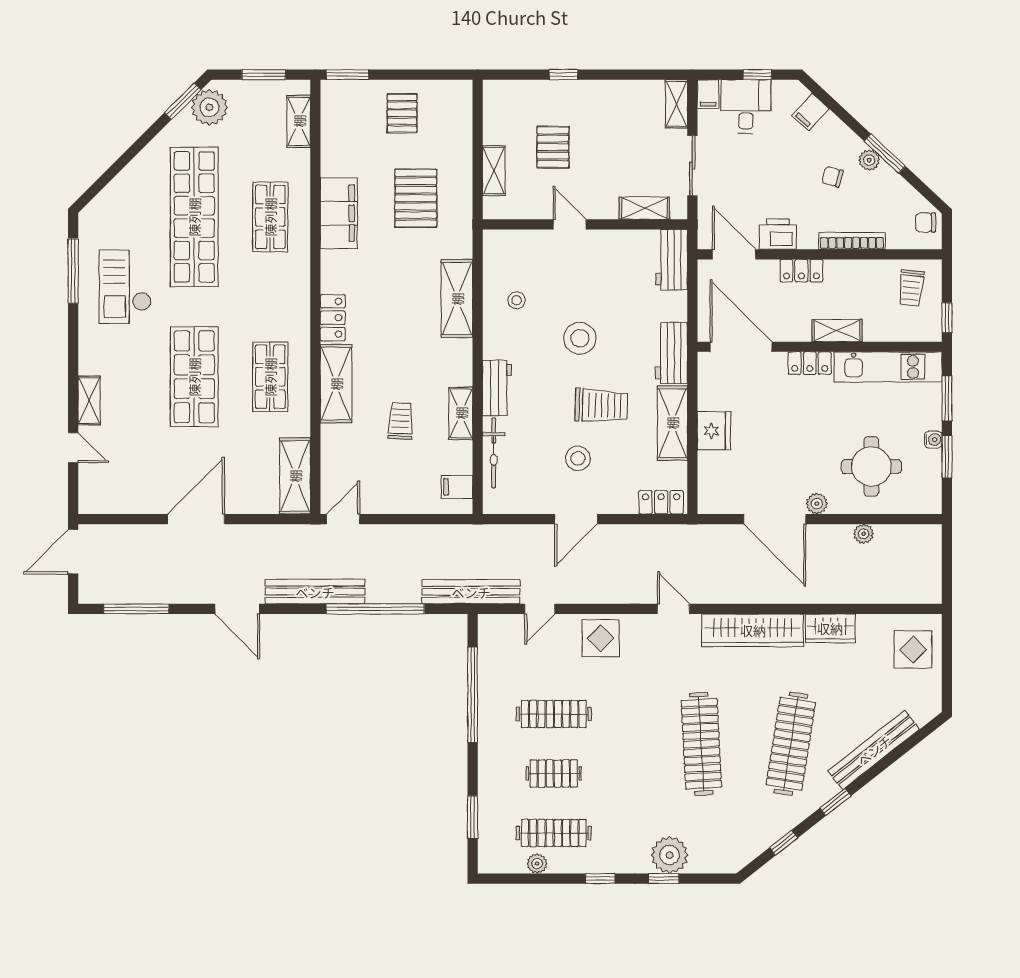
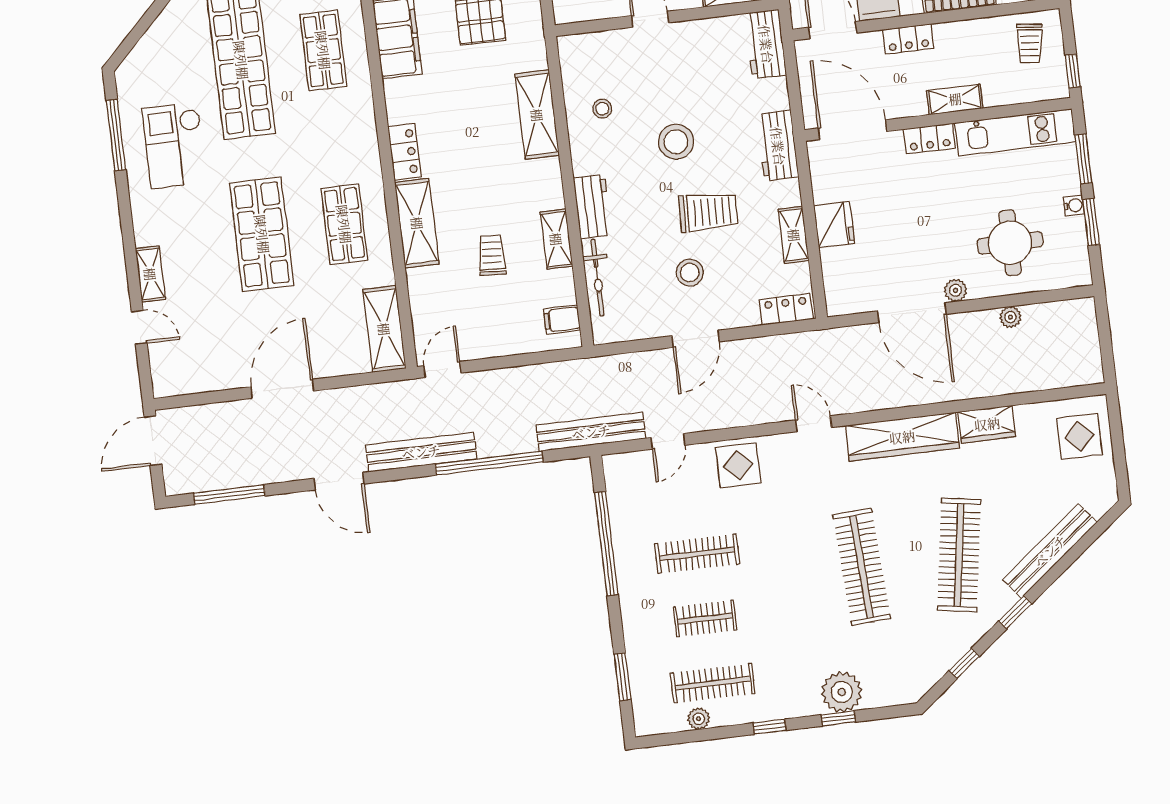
shelving: (672, 423) -> (794, 235), width x0.67, depth x0.75

